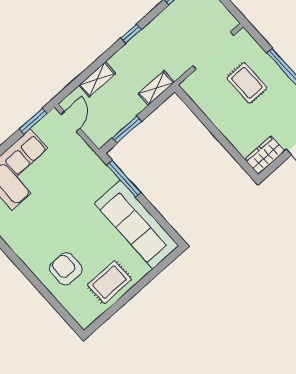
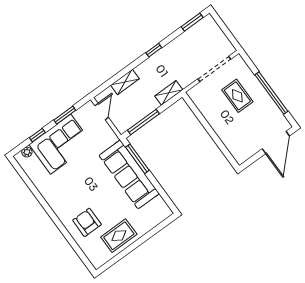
window: (33, 121) -> (65, 115), moved
window: (127, 130) -> (143, 122), width x1.44
wardrobe: (265, 155) -> (245, 152), removed
sofa: (137, 225) -> (129, 174), moved

